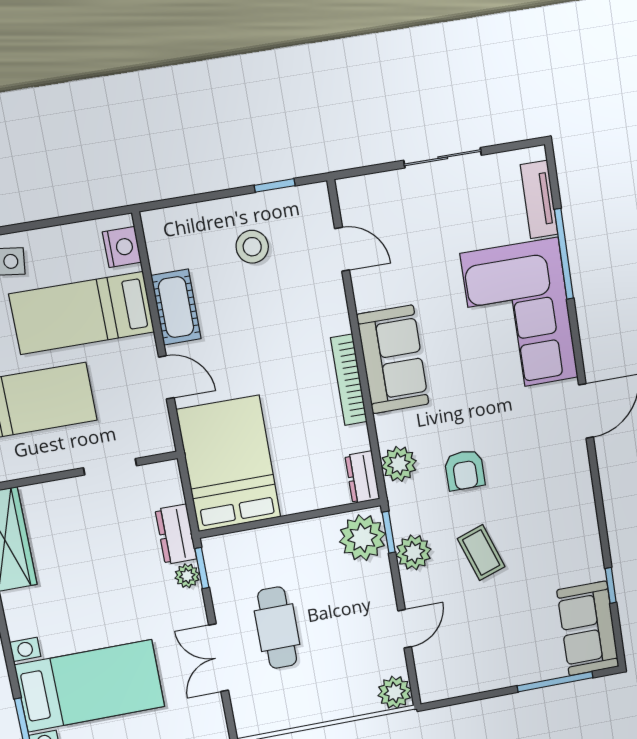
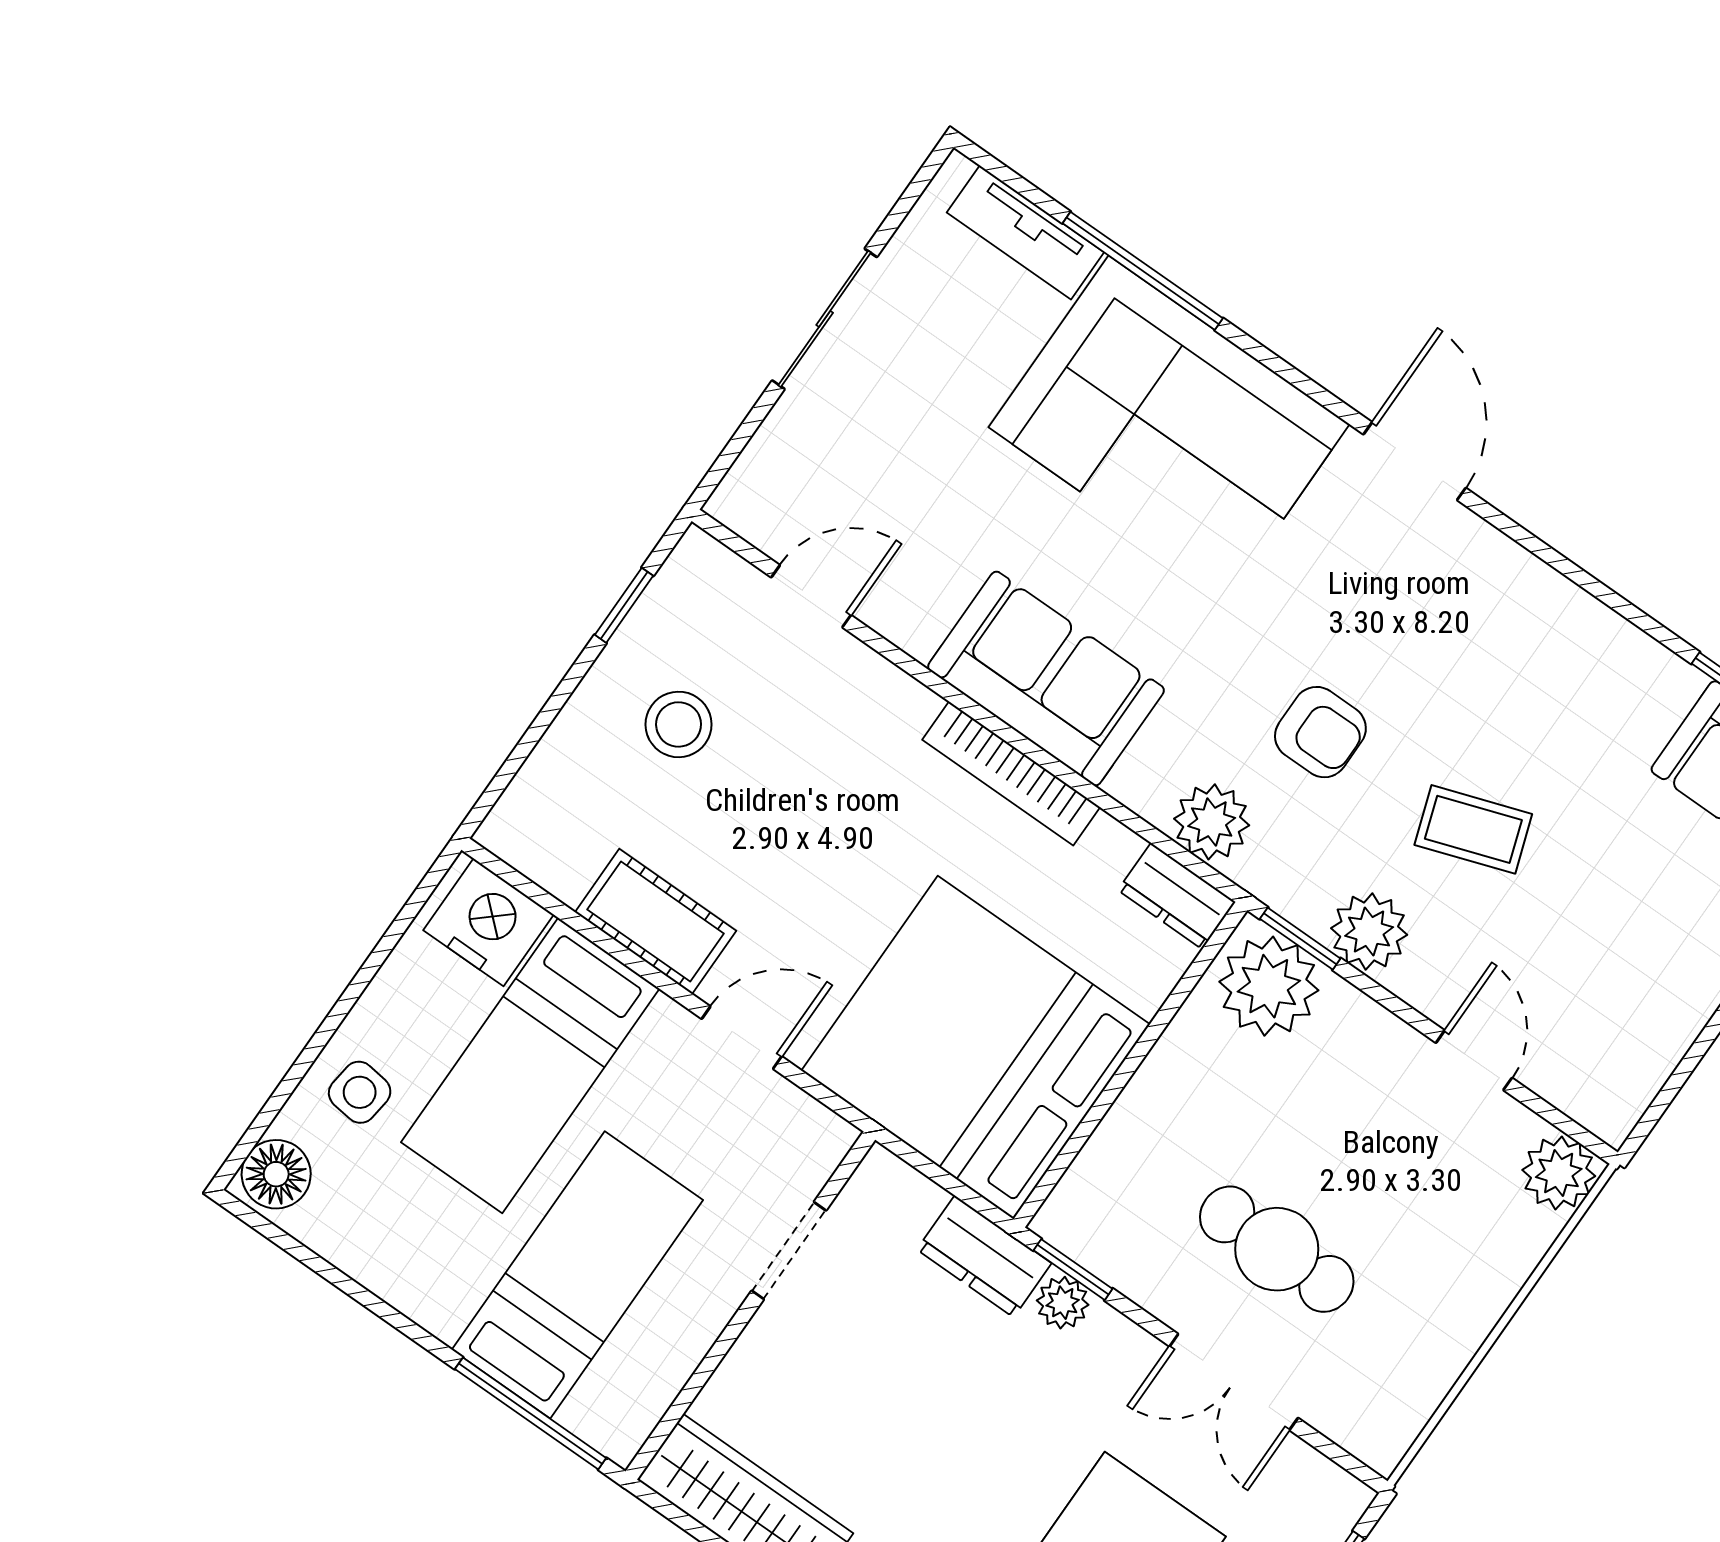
nightstand: (122, 247) -> (489, 922), width x1.36, depth x1.33
bed: (229, 464) -> (976, 1047), width x1.36

